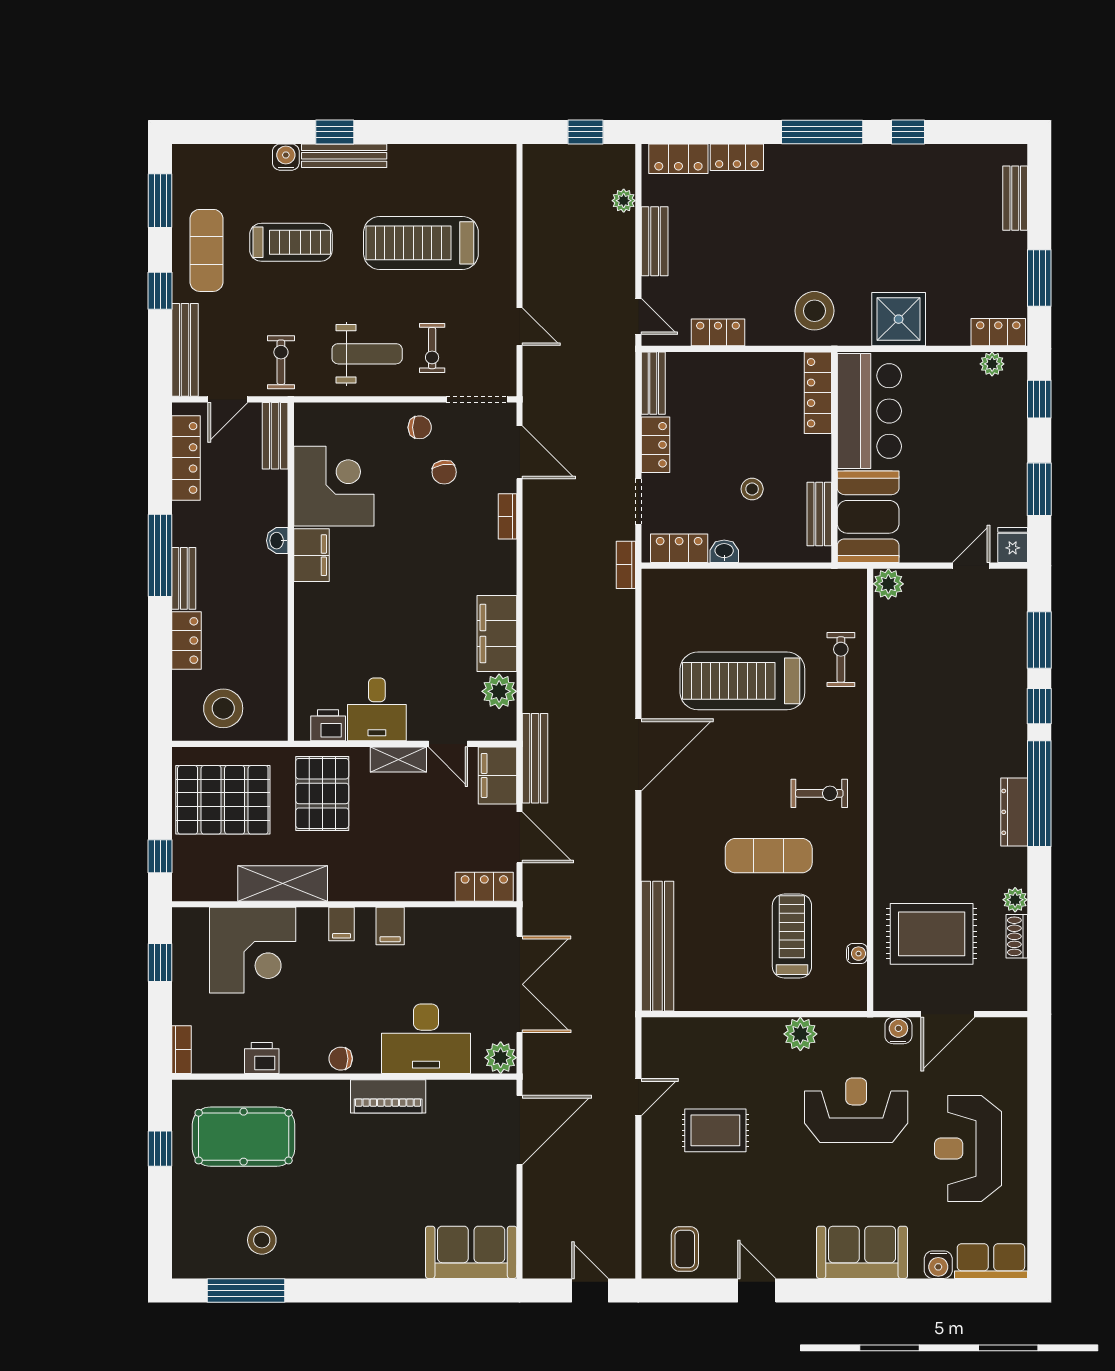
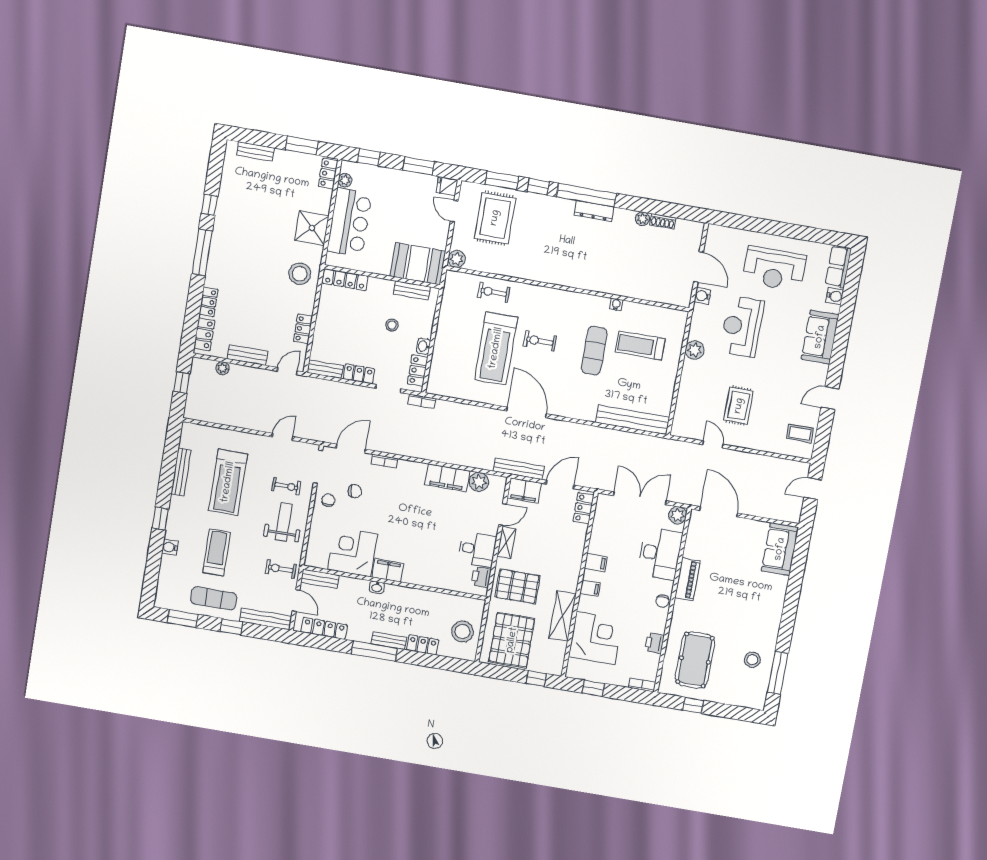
bench: (344, 156) -> (181, 472), moved
bar counter: (869, 411) -> (349, 222), moved, turned 90
exercise bike: (819, 793) -> (540, 341), moved, turned -90
rug: (932, 934) -> (495, 218), moved
water cooler: (857, 954) -> (616, 304), moved

